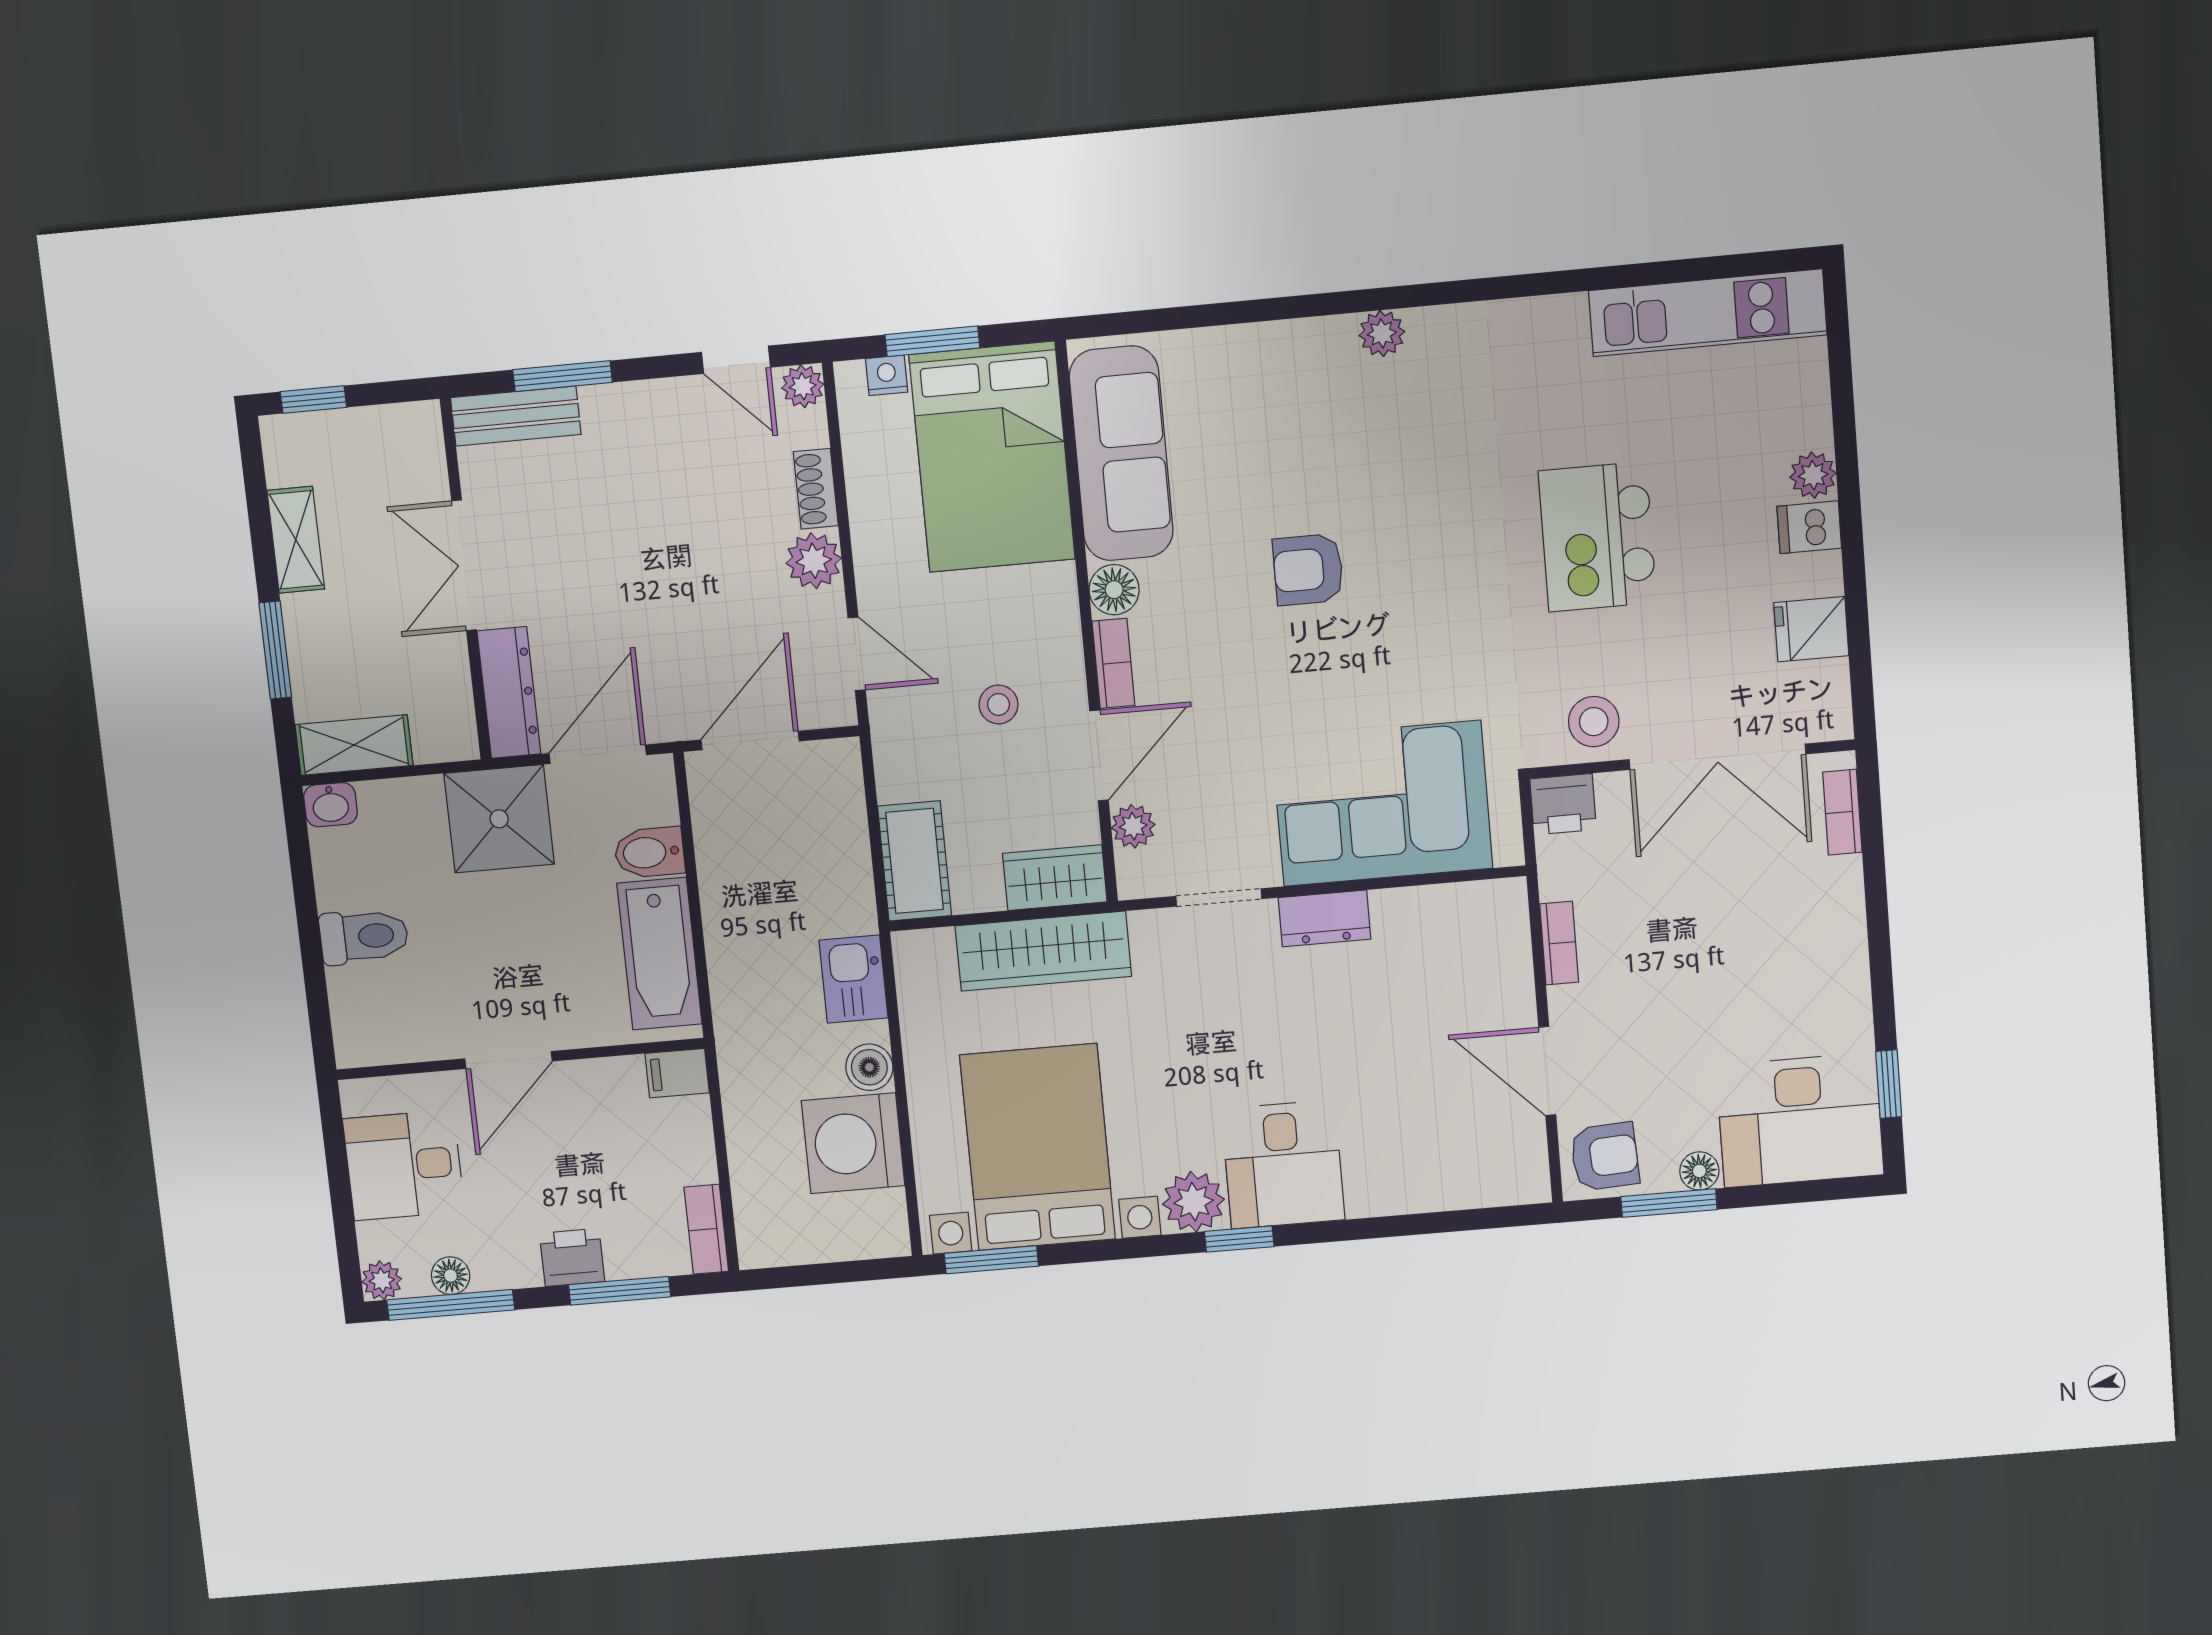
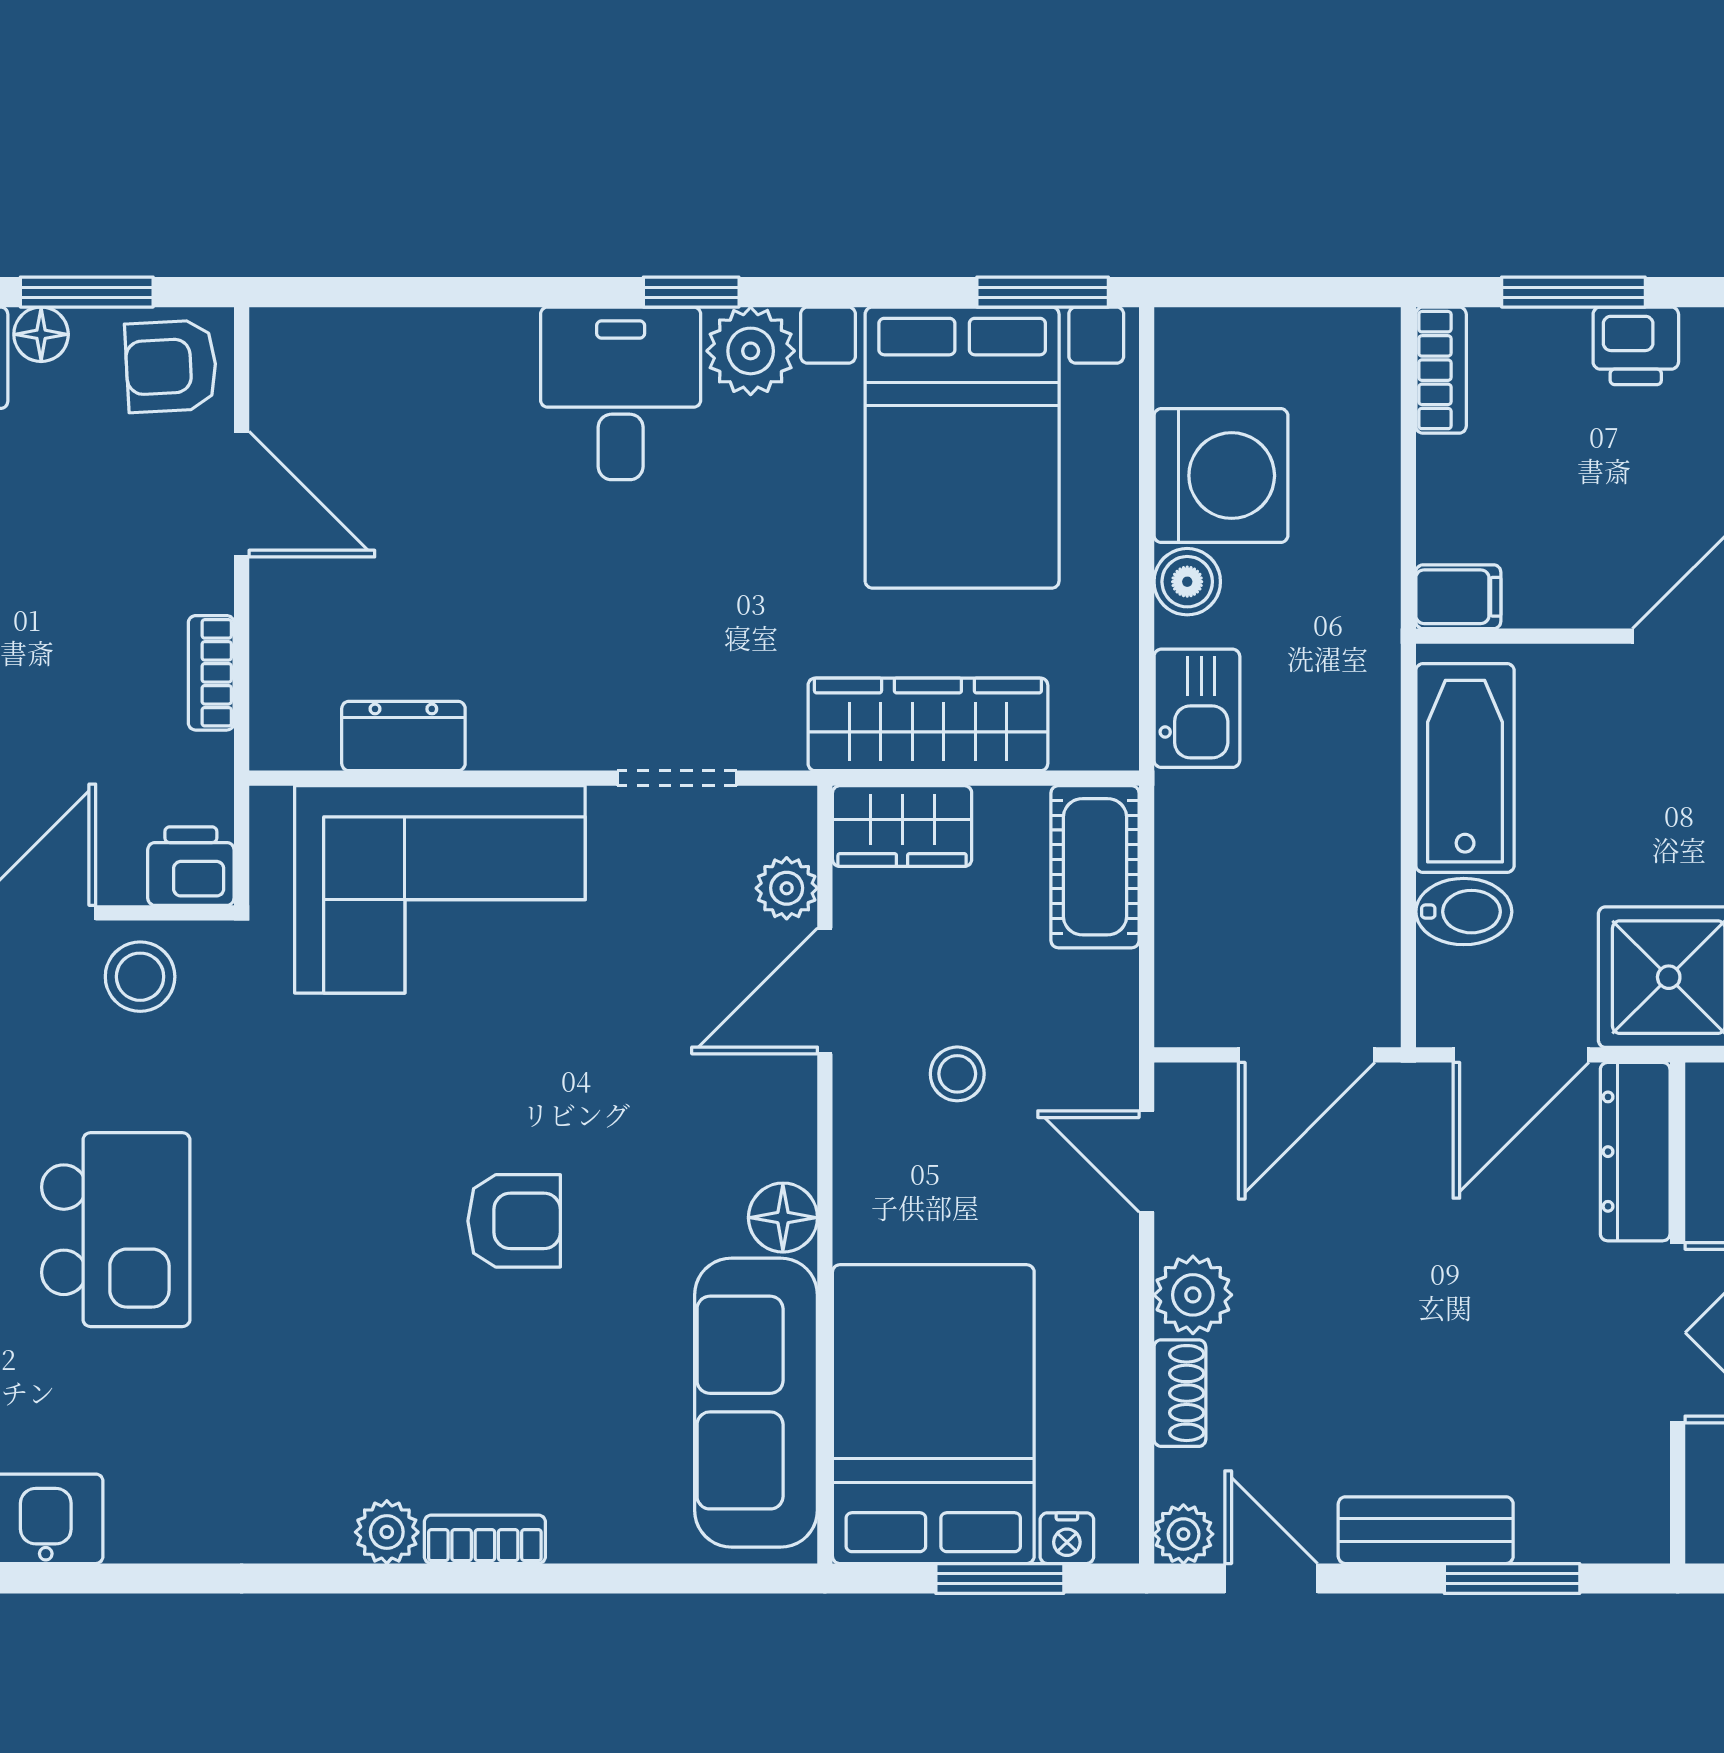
bench: (516, 416) -> (1426, 1530), moved
bookcase: (1113, 663) -> (485, 1539), moved, turned 90
dresser: (1325, 918) -> (403, 736), moved

